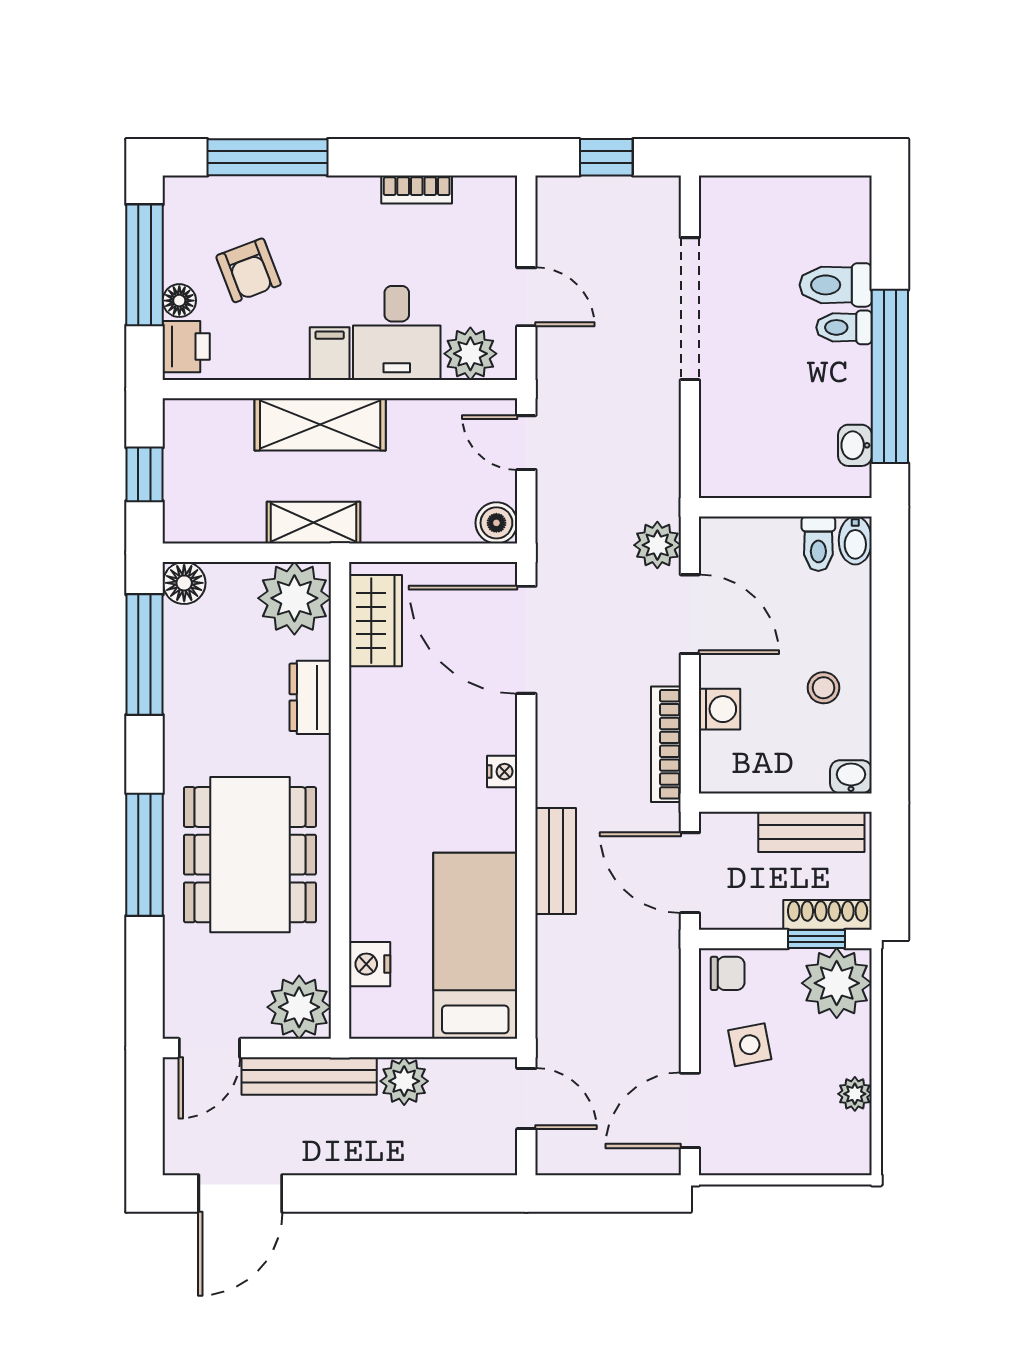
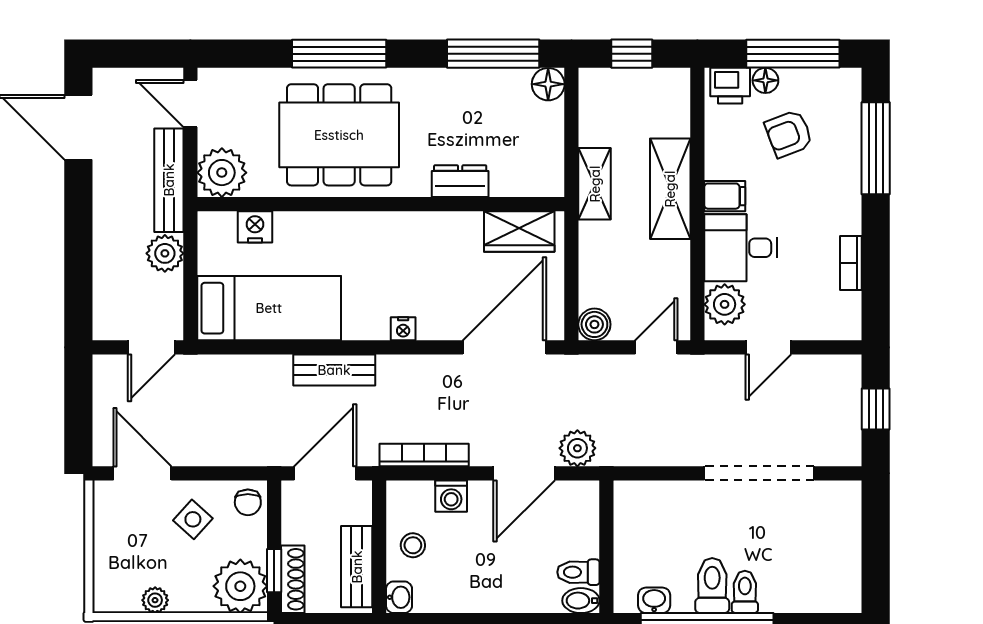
toilet: (836, 285) -> (712, 585), moved
plant: (294, 598) -> (536, 169), removed
stool: (823, 688) -> (413, 545), moved
side table: (750, 1045) -> (193, 519), turned -37

